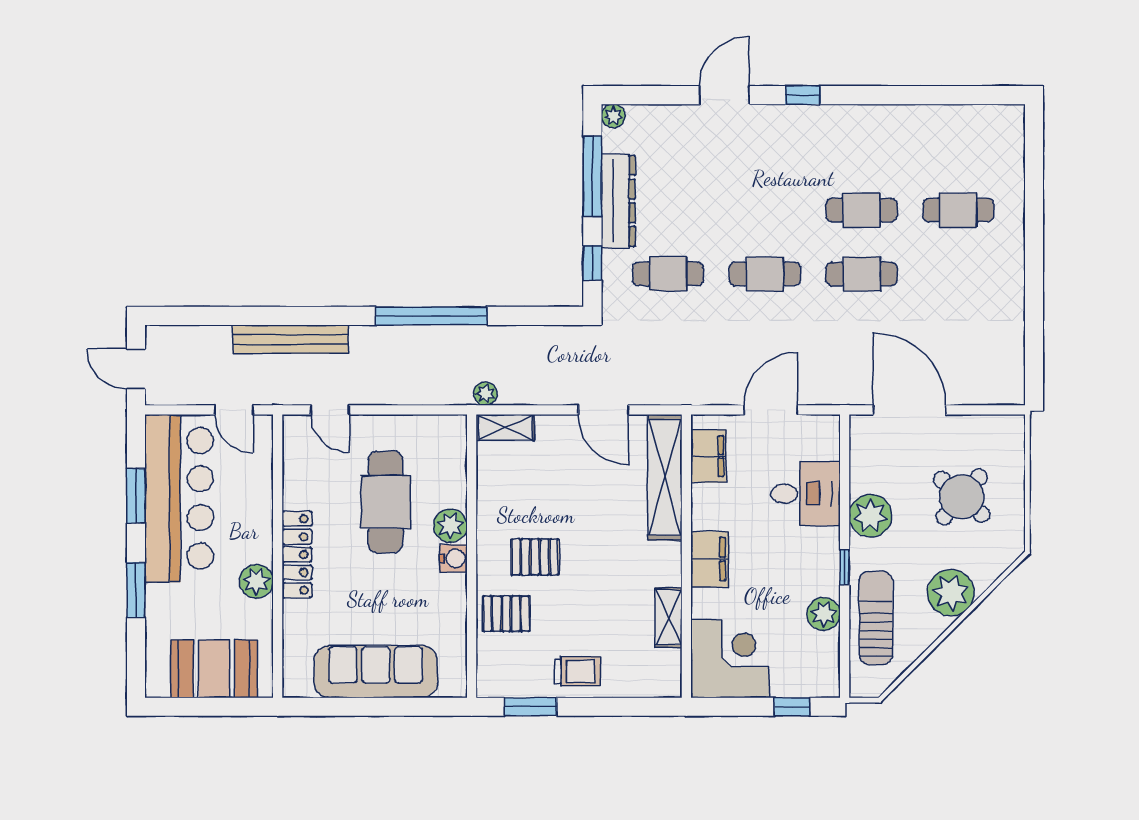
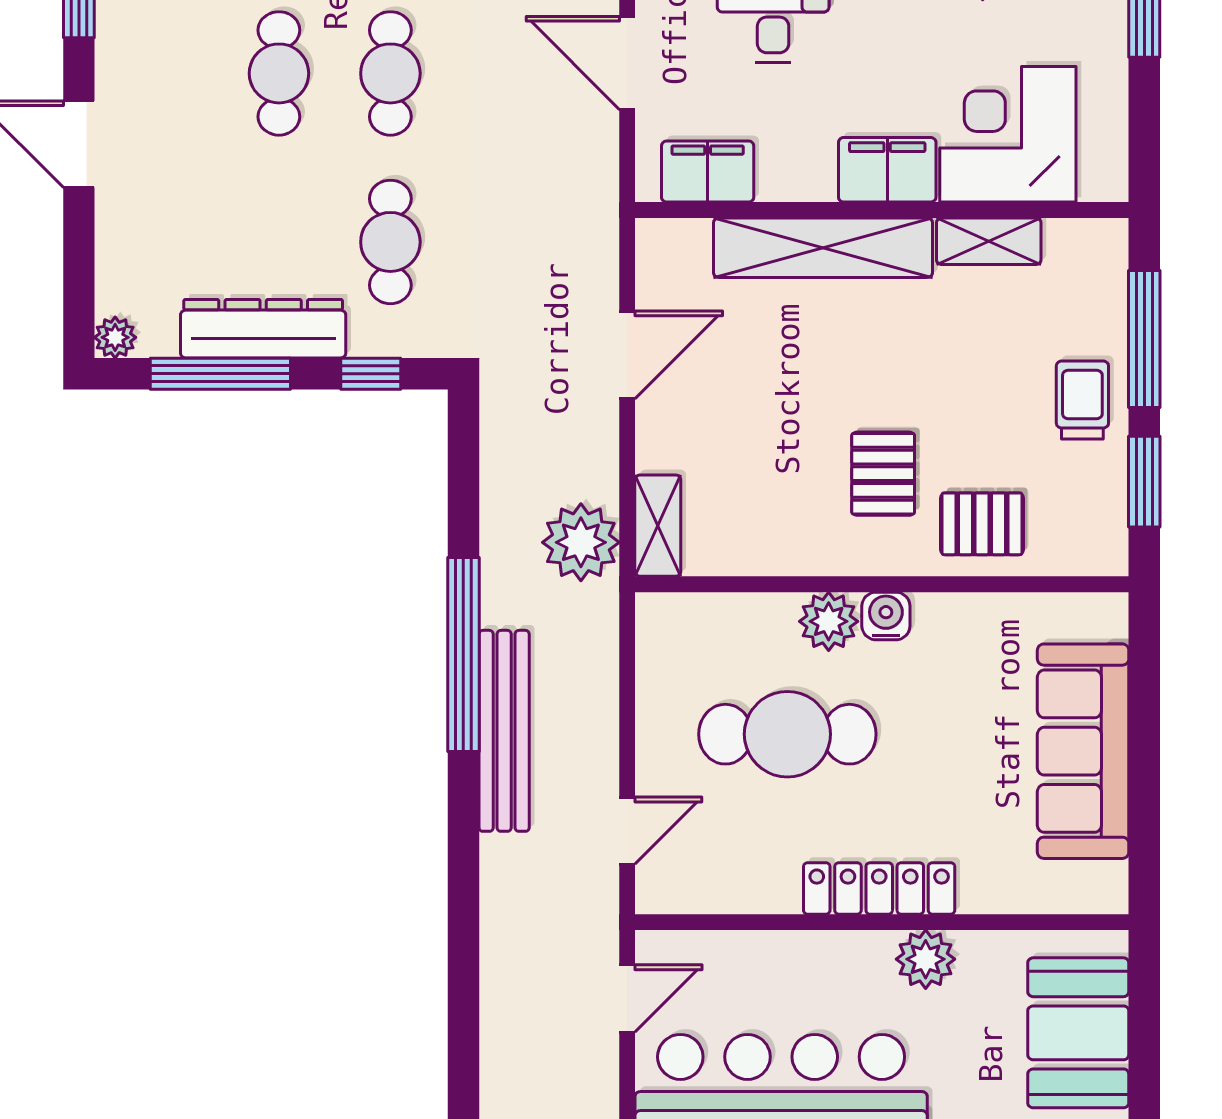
cafe table: (765, 210) -> (279, 73), added
bench: (291, 339) -> (504, 731), moved
plant: (485, 394) -> (581, 542), width x1.88, depth x1.88
shelving: (665, 477) -> (823, 248), moved
pallet: (506, 614) -> (982, 524), turned 90
corner desk: (730, 659) -> (1008, 134), moved
window: (612, 707) -> (1144, 339), added

